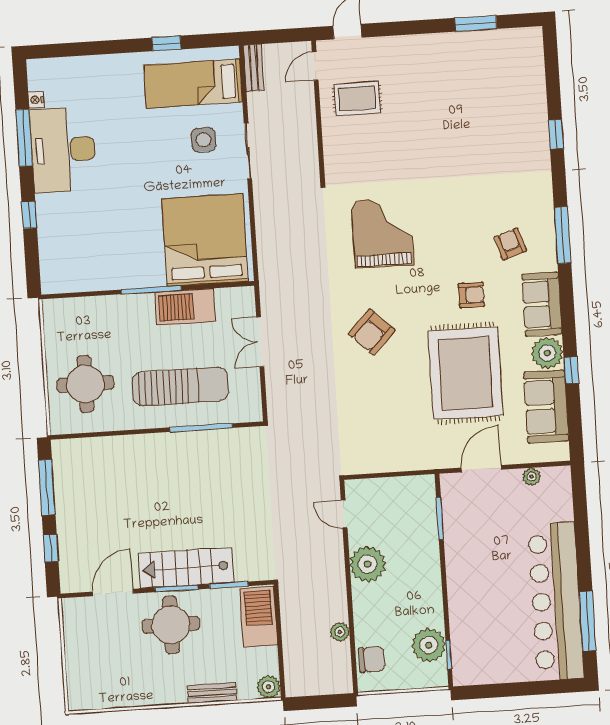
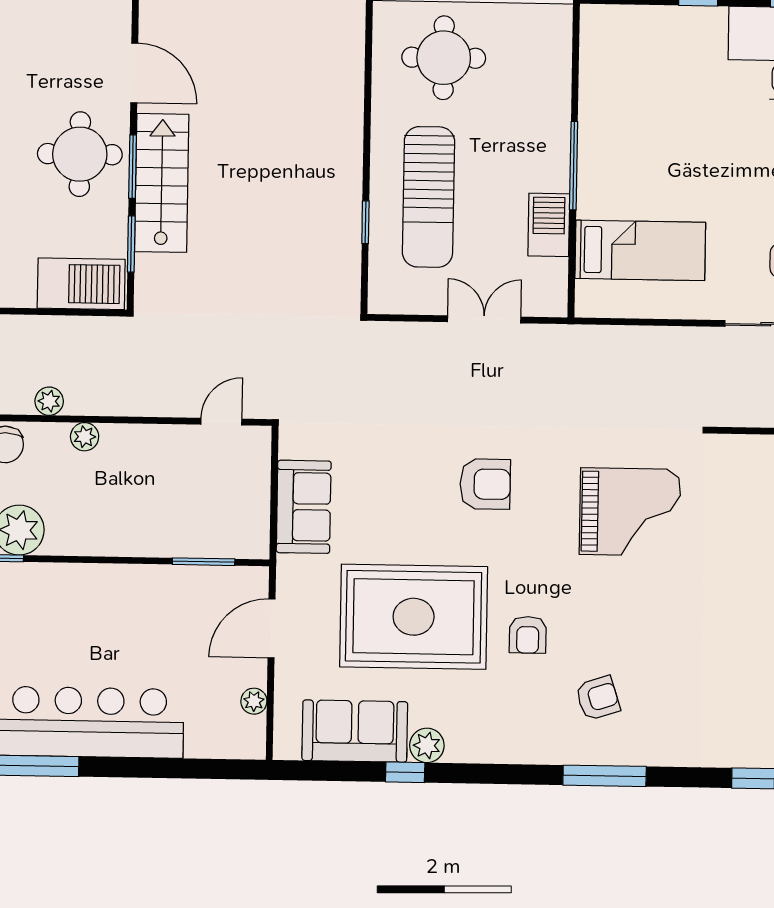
bed: (205, 240) -> (640, 250), width x0.49
sofa: (542, 304) -> (304, 507), moved, turned 90
barbecue: (185, 307) -> (549, 225), width x0.73, depth x0.83
armchair: (372, 332) -> (485, 484), turned 136
plant: (547, 353) -> (427, 745), width x0.73, depth x0.73
window: (201, 428) -> (365, 222), width x0.46
door: (481, 469) -> (272, 628), swing flipped
plant: (368, 564) -> (85, 437), moved, width x0.53, depth x0.53

